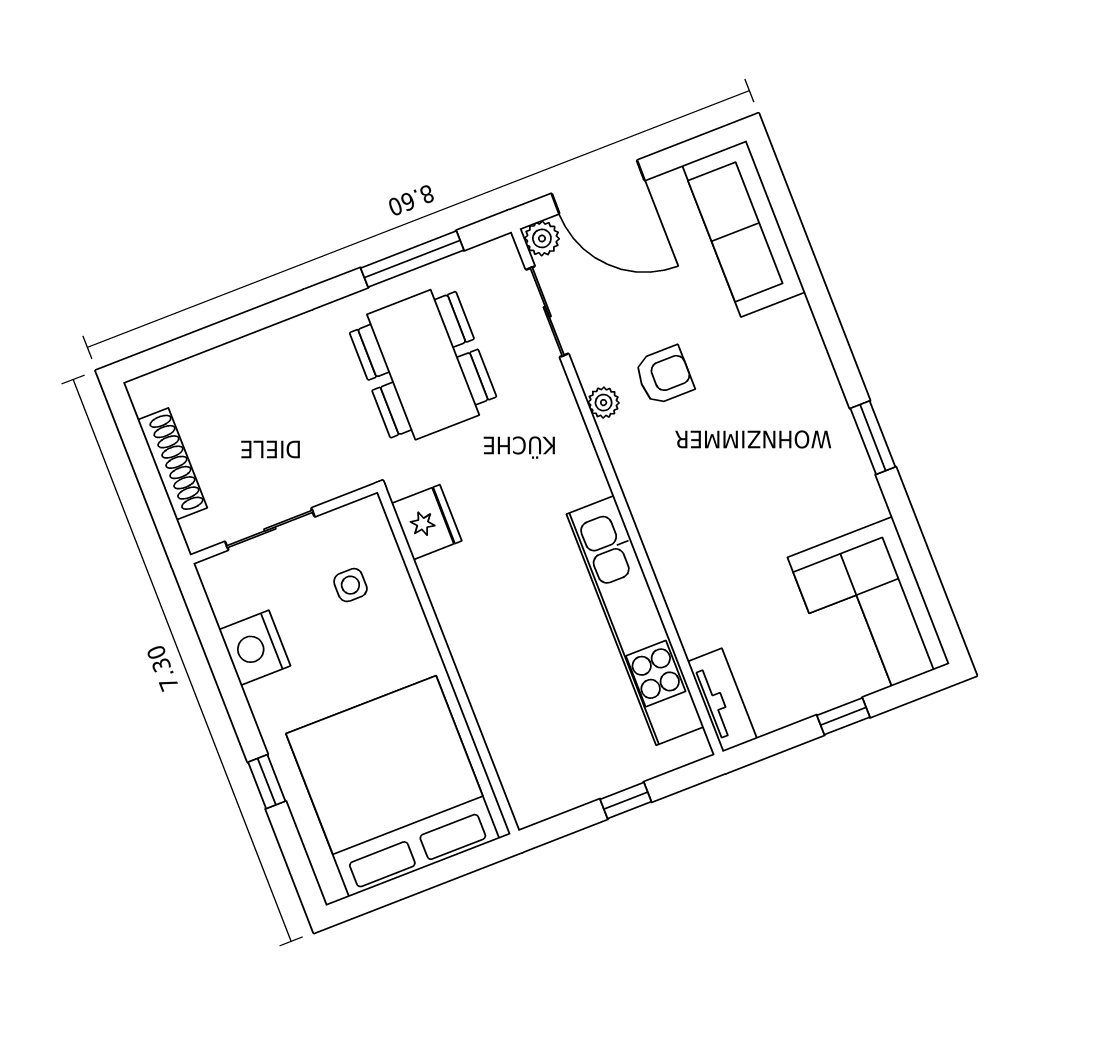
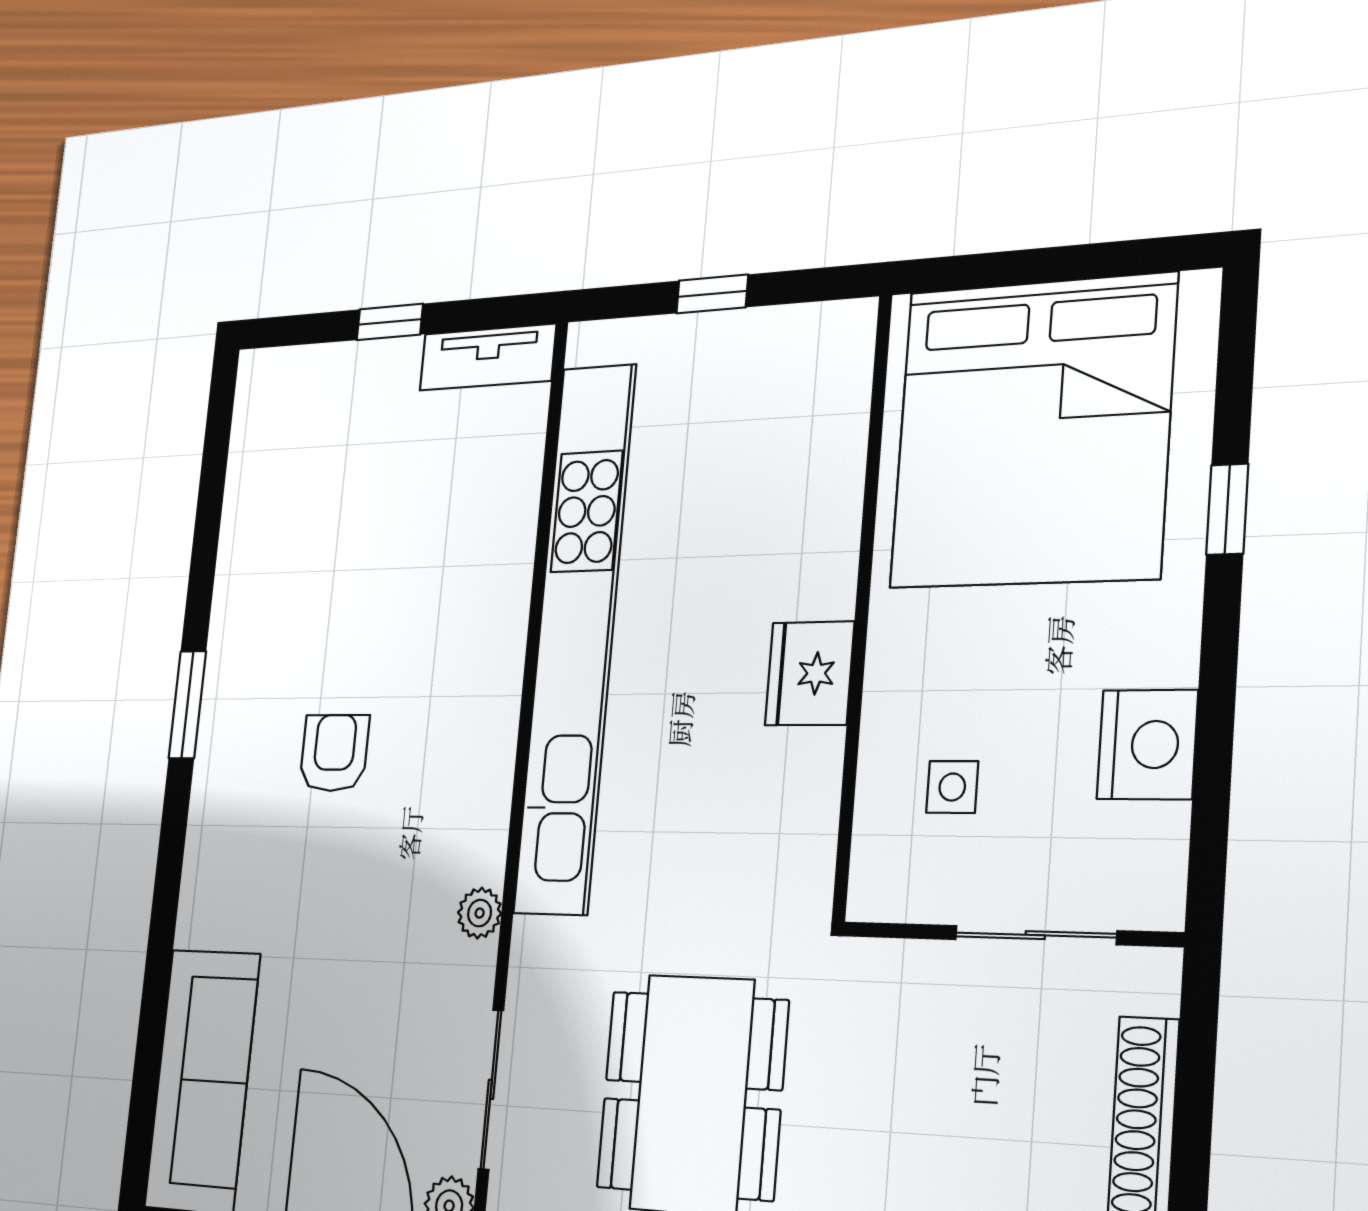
armchair: (664, 375) -> (334, 753), moved, turned 90
fridge: (427, 522) -> (810, 673), moved
corner sofa: (868, 611) -> (297, 462), removed
kitchen unit: (635, 620) -> (575, 637), width x1.36
tv unit: (722, 700) -> (487, 357), moved, turned -90

